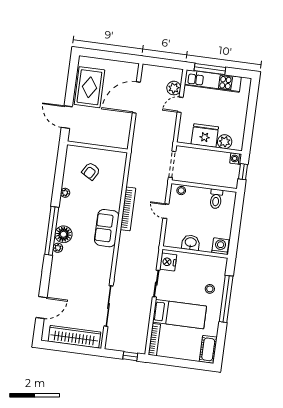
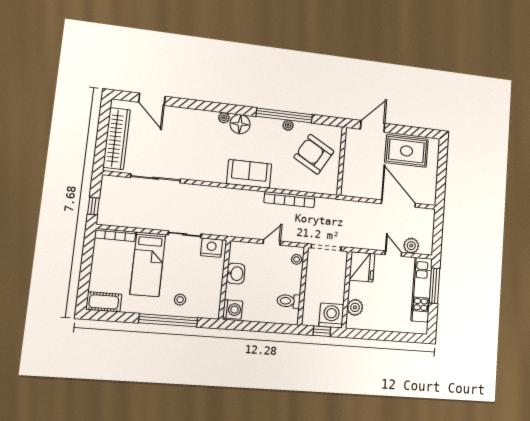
fridge: (205, 135) -> (362, 267), moved
washing machine: (236, 159) -> (331, 316), width x1.89, depth x1.89
armchair: (91, 171) -> (314, 154), width x1.88, depth x1.88
bookcase: (128, 209) -> (289, 200), moved
window: (52, 231) -> (284, 115), moved

